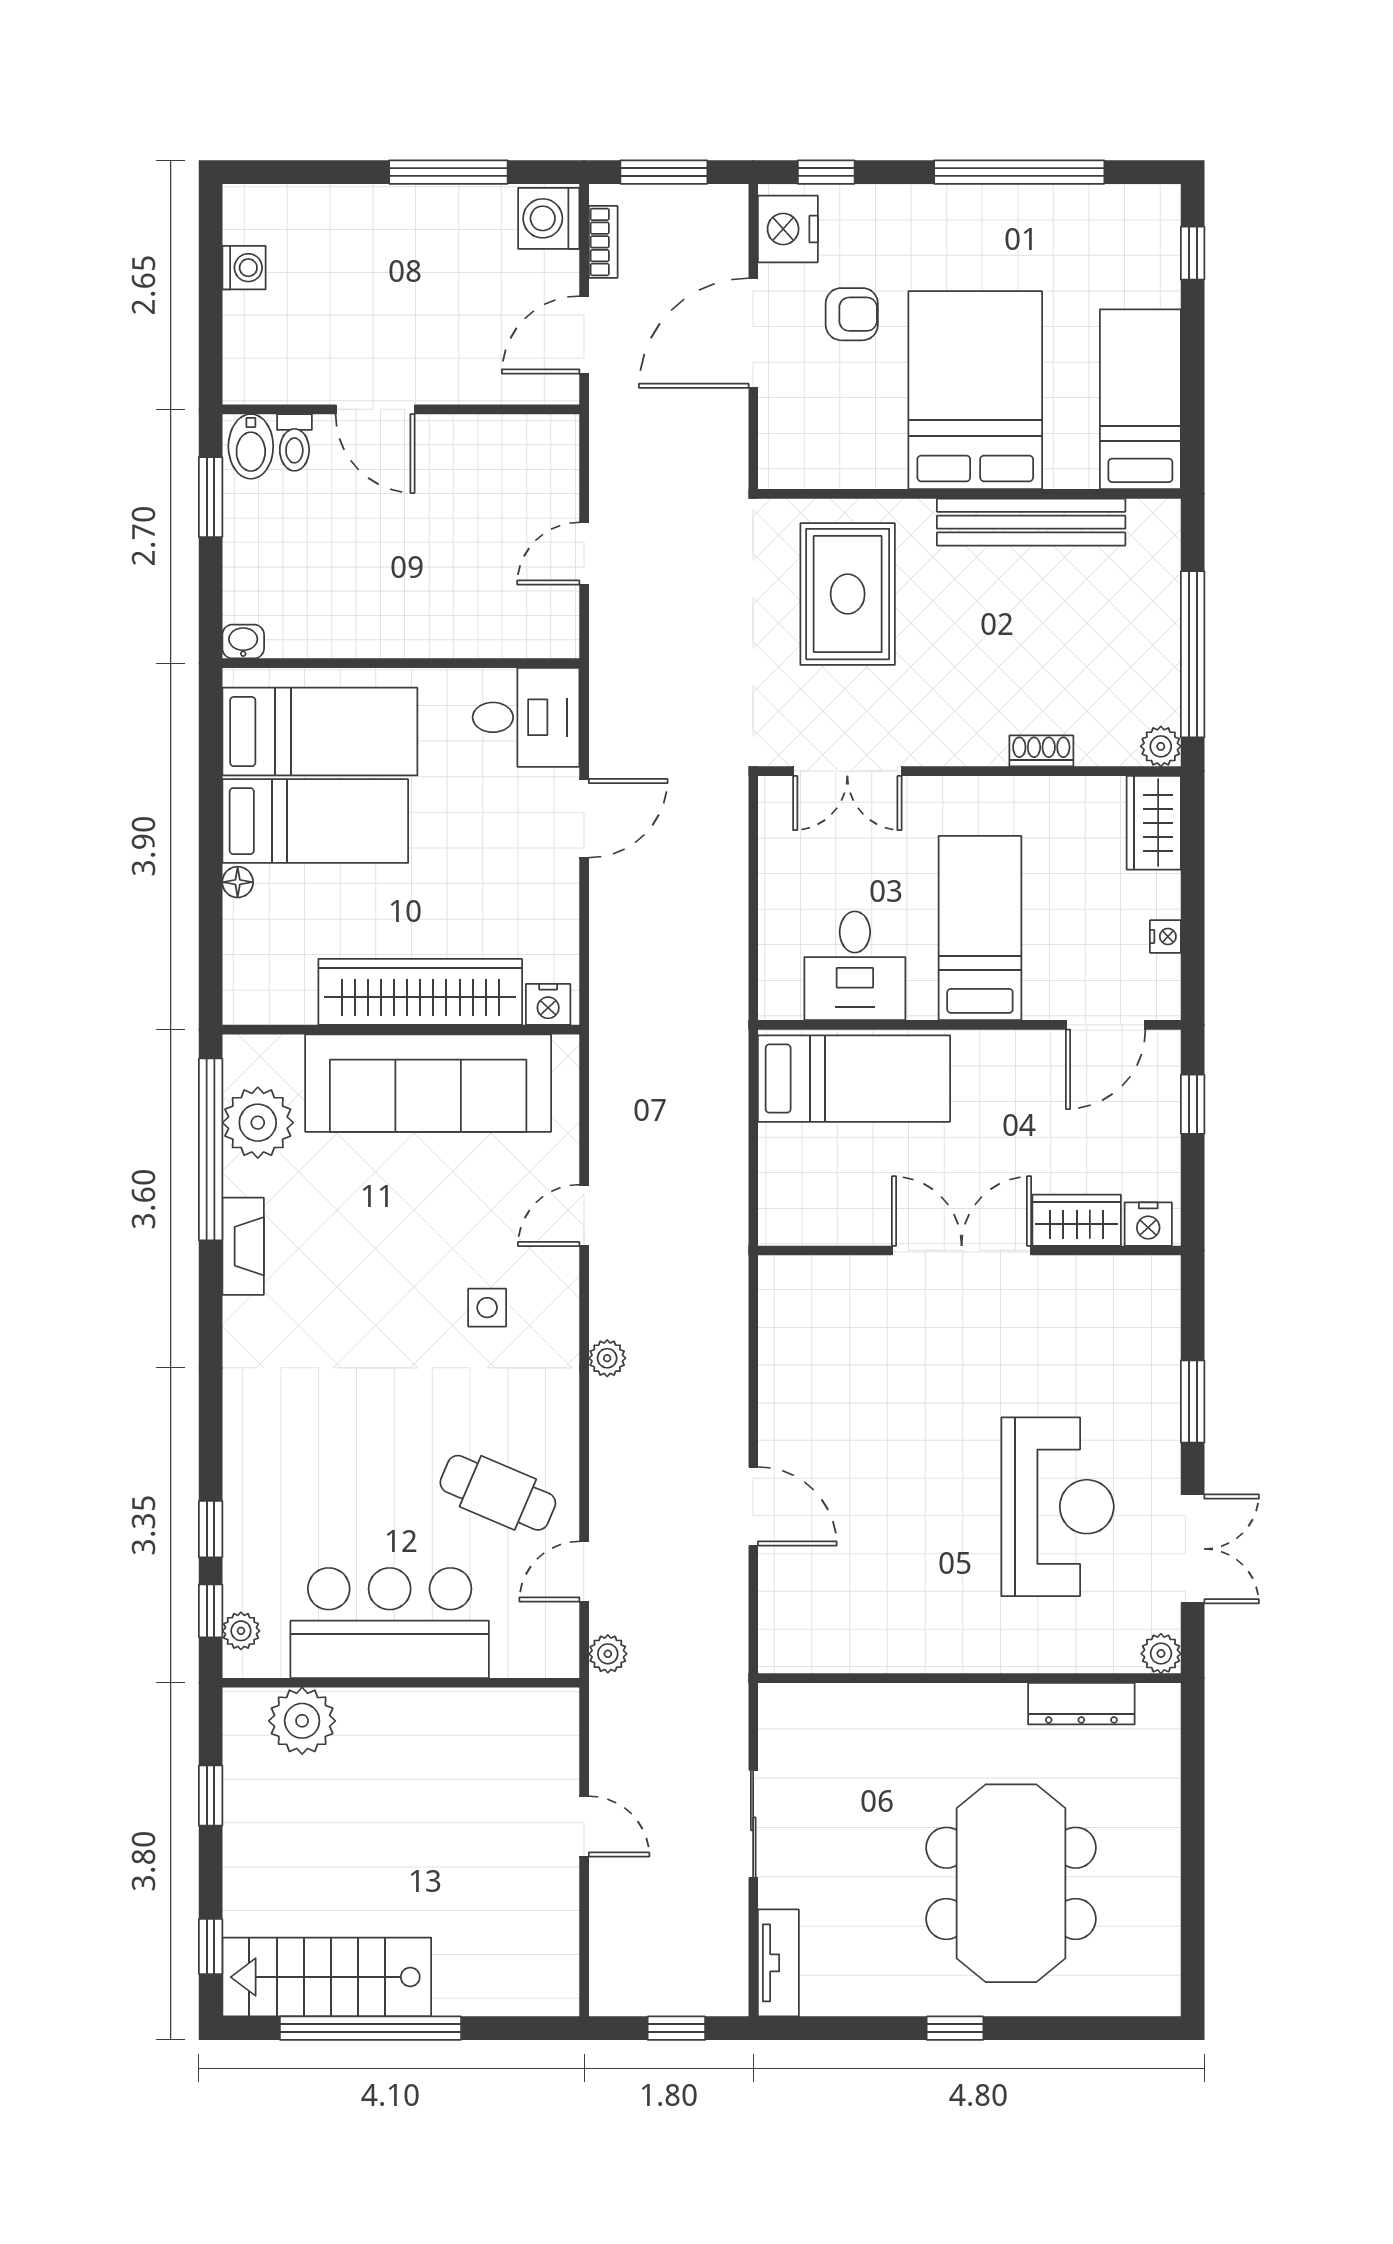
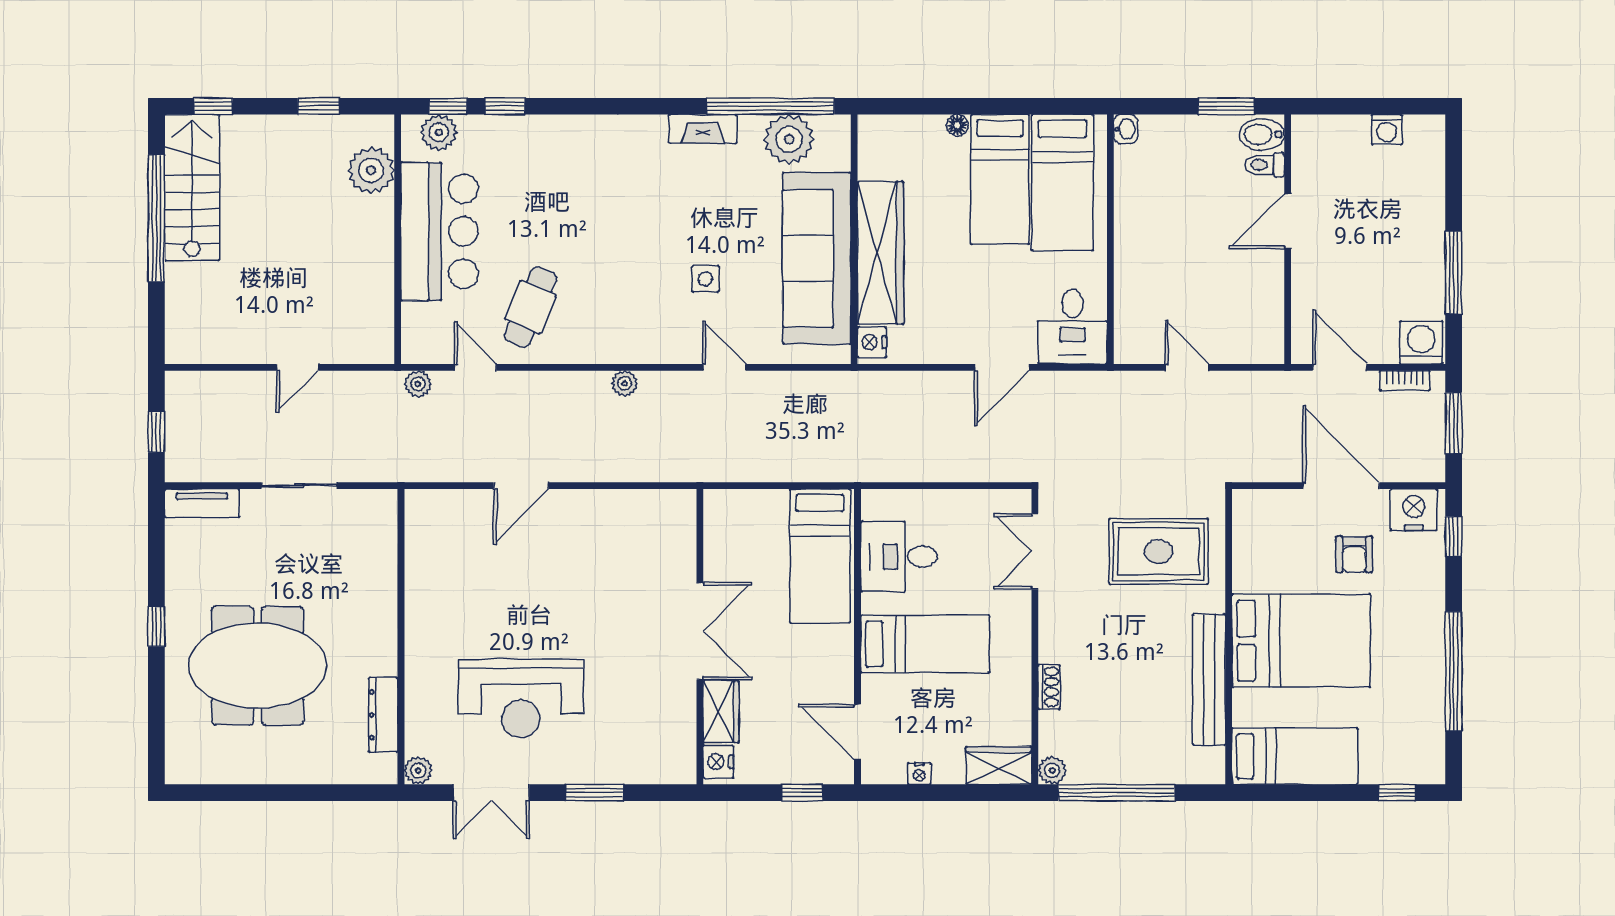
door: (584, 818) -> (1002, 367), hinge flipped
side table: (487, 1308) -> (705, 279), moved
plant: (241, 1631) -> (439, 132), width x1.38, depth x1.38

